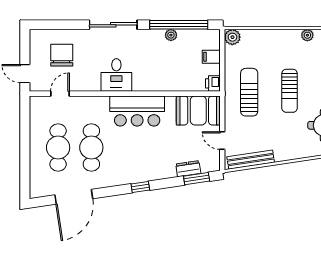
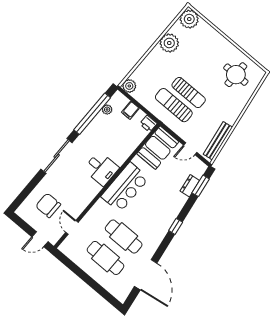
plant: (171, 35) -> (107, 110), moved
plant: (307, 35) -> (169, 43), width x1.88, depth x1.88
desk: (116, 75) -> (101, 169), moved
sun lounger: (290, 91) -> (189, 92), moved

